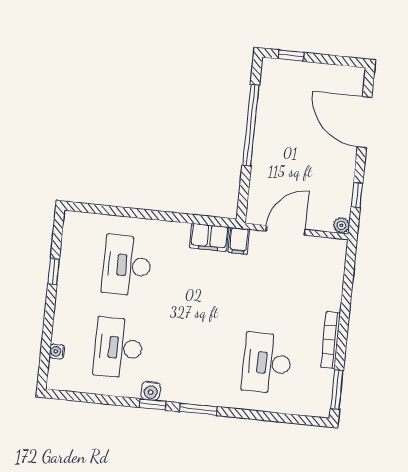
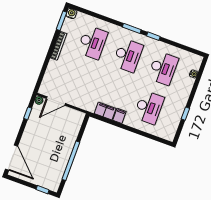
door: (364, 122) -> (11, 158), moved
door: (286, 230) -> (56, 101), moved
filing cabinet: (239, 241) -> (119, 116), moved
desk: (193, 355) -> (128, 55), added
water cooler: (151, 391) -> (71, 14), moved

